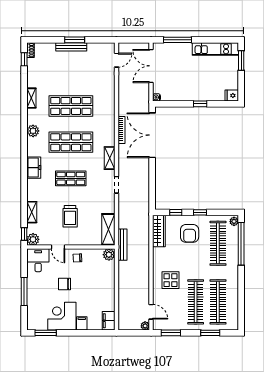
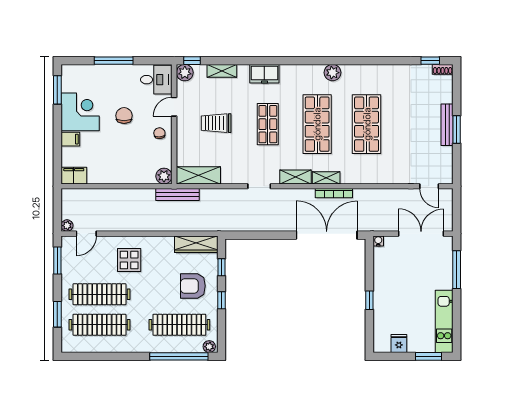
fridge: (232, 96) -> (399, 344), moved
shelving: (31, 98) -> (326, 178), moved
freezer: (34, 168) -> (264, 74), moved

